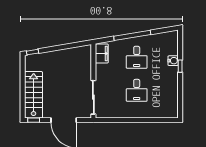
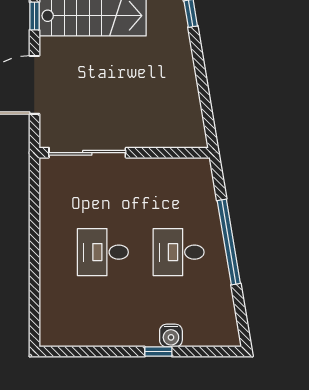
filing cabinet: (102, 54) -> (187, 172), removed

